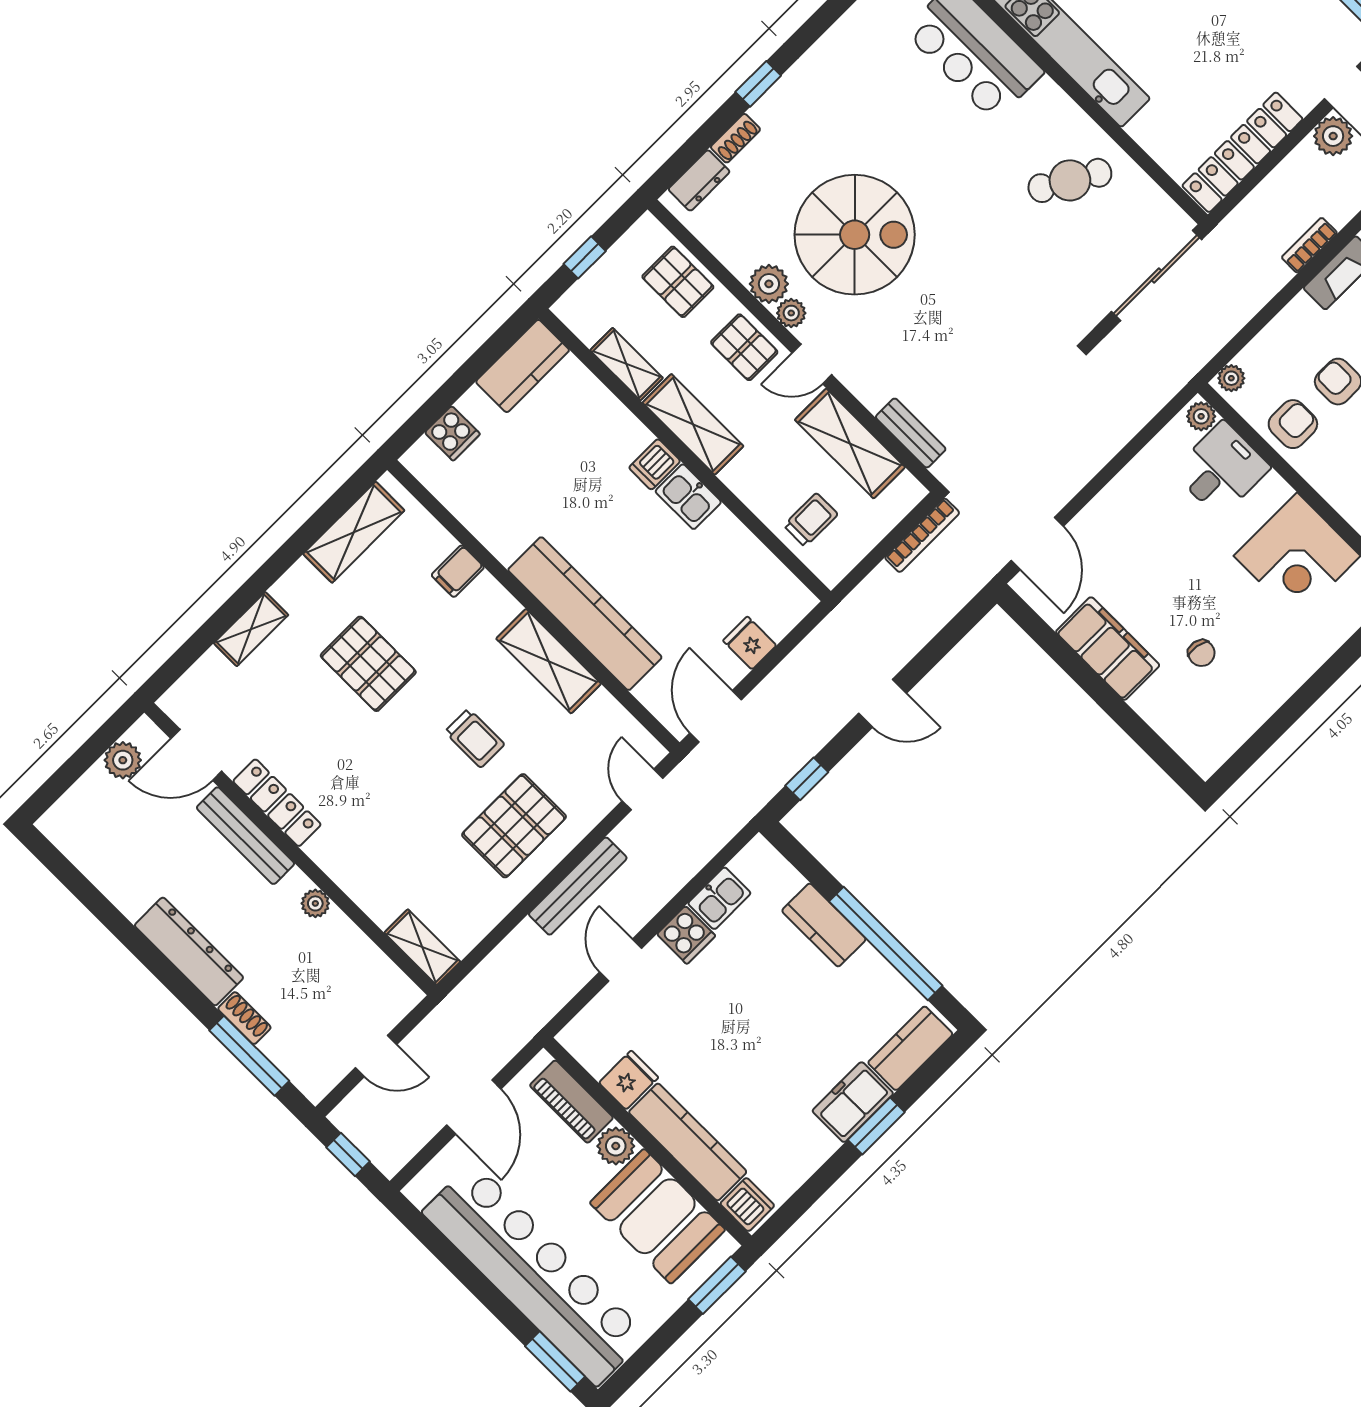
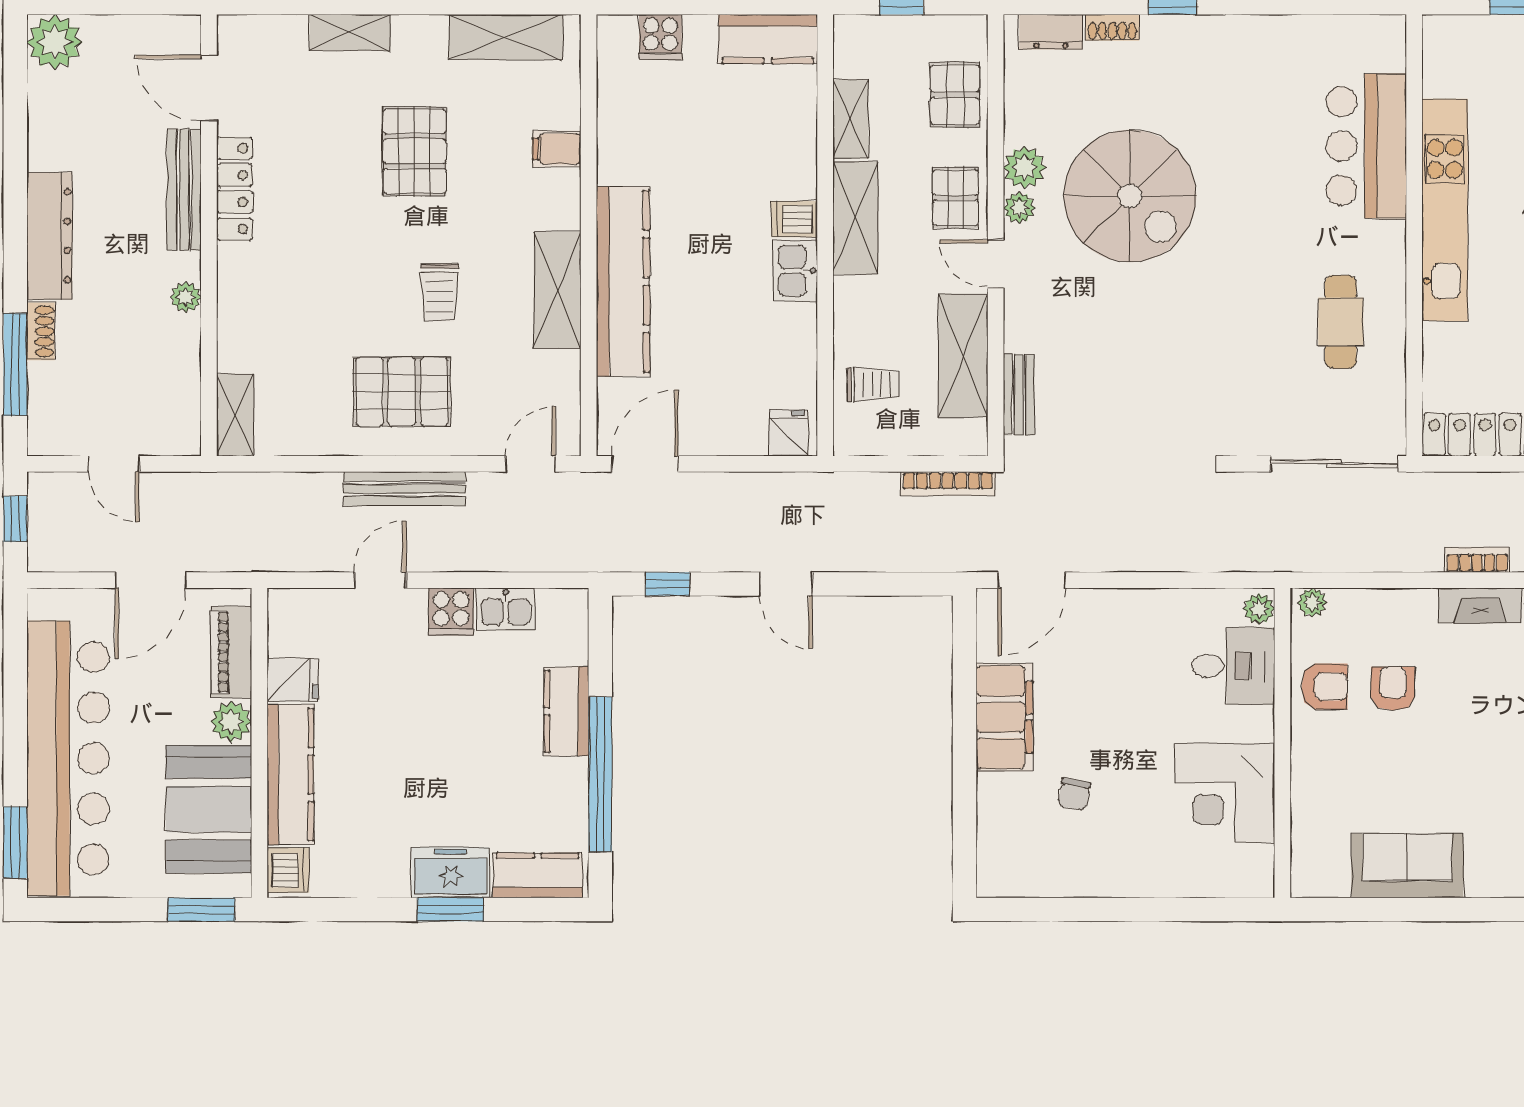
cafe table: (1070, 180) -> (1341, 322), turned 60
fridge: (750, 643) -> (788, 433), moved
plant: (123, 760) -> (55, 42), moved, width x1.36, depth x1.36

